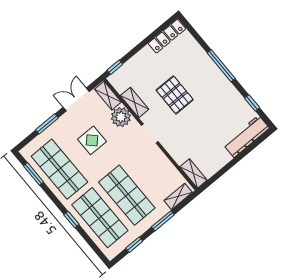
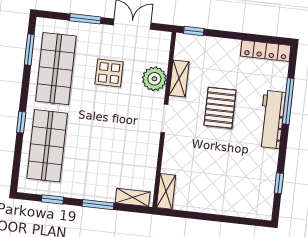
window: (221, 66) -> (288, 101), moved
shelving: (108, 96) -> (162, 49), removed
workbench: (246, 136) -> (272, 120), moved, turned -90
shop shelf: (127, 195) -> (90, 151), removed

